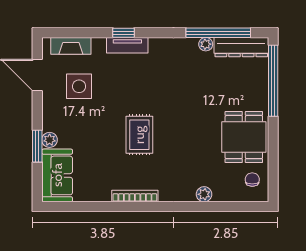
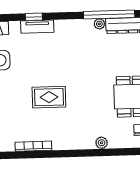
rug: (139, 135) -> (49, 97), turned 90
bookcase: (135, 196) -> (33, 146), moved

